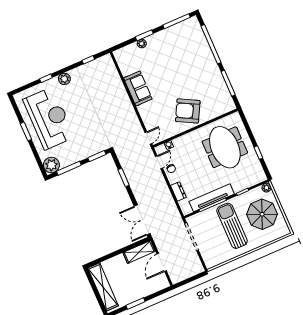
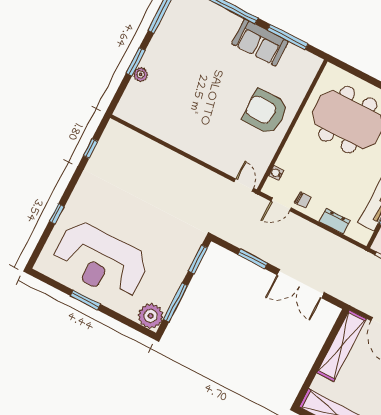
plant: (64, 79) -> (80, 196), removed
sofa: (138, 88) -> (260, 43), moved, turned 180
armchair: (188, 111) -> (265, 112), turned 62
reception desk: (49, 118) -> (101, 261), turned 180
door: (159, 162) -> (281, 204), swing flipped
double door: (142, 220) -> (301, 284), moved
shelving: (139, 252) -> (342, 346), width x1.47

